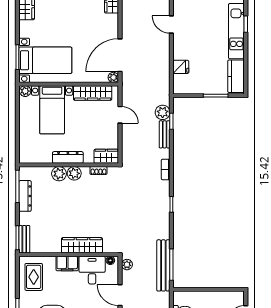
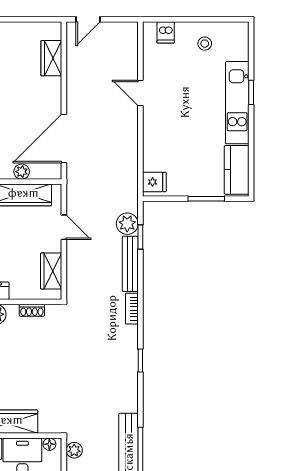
fridge: (181, 67) -> (154, 182), moved
plant: (113, 77) -> (22, 172), moved
bench: (165, 134) -> (130, 264), width x1.36
wardrobe: (106, 156) -> (51, 271), moved, turned -90

